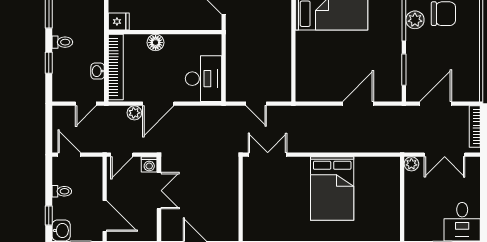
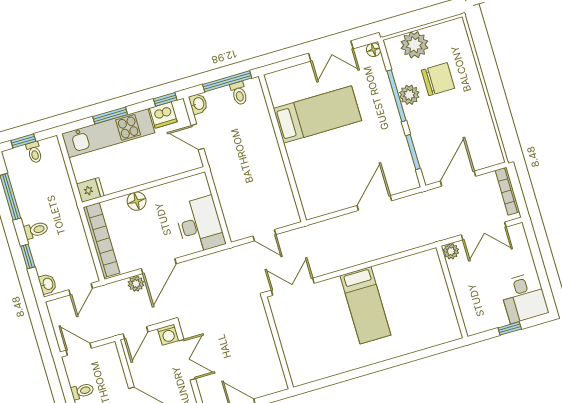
washbasin: (98, 71) -> (48, 284), moved, turned 180
bed: (332, 189) -> (365, 305), width x0.67

